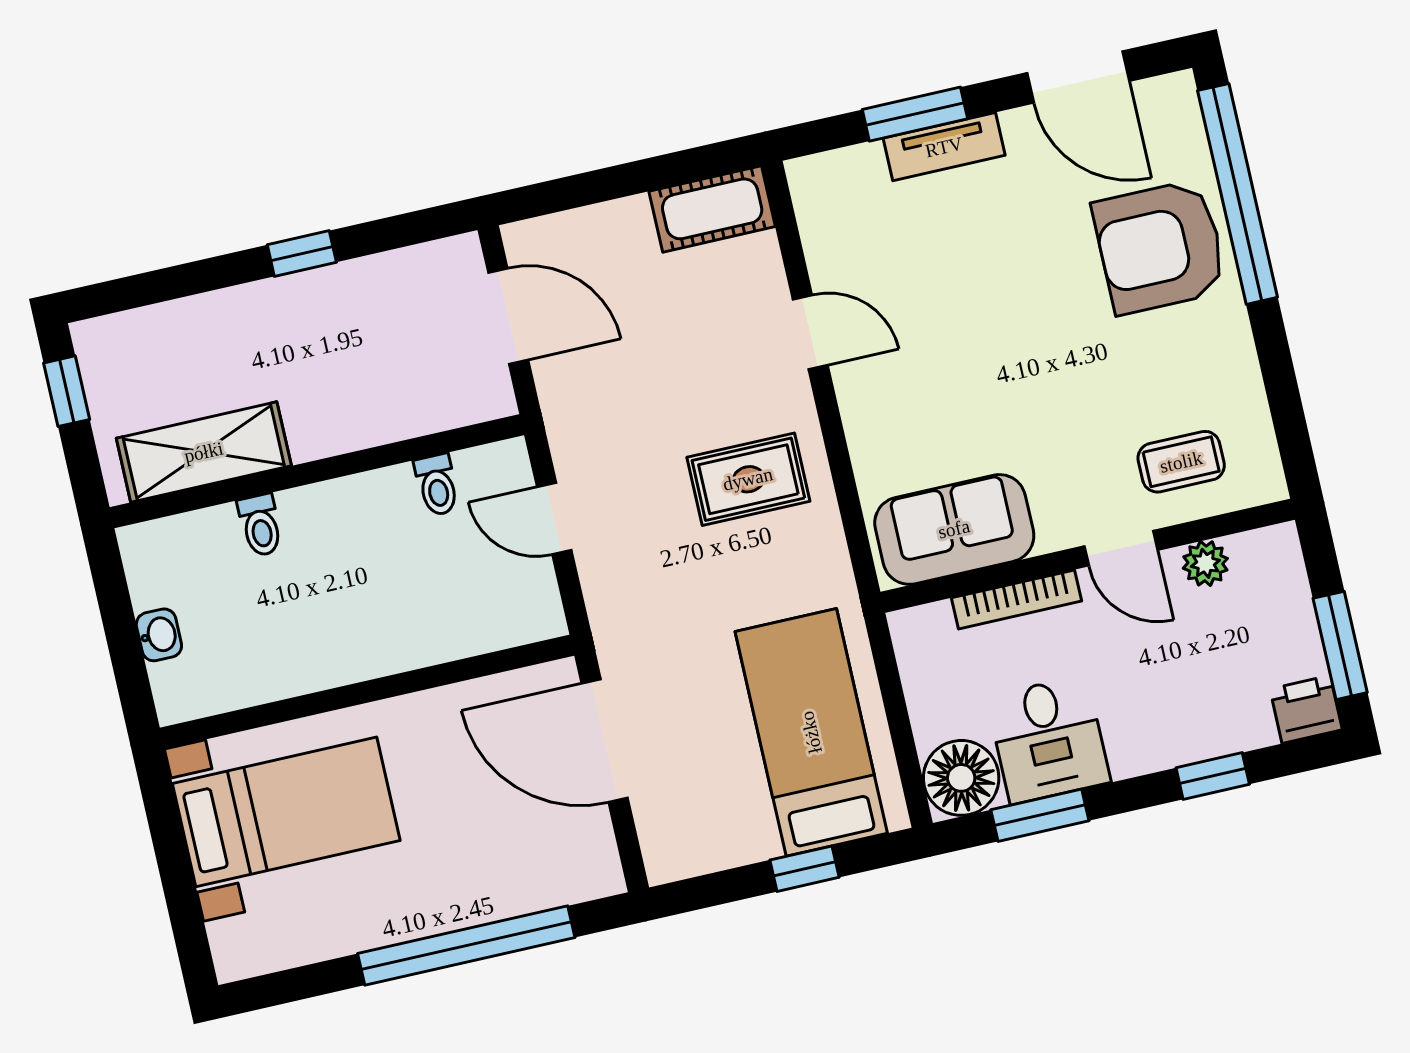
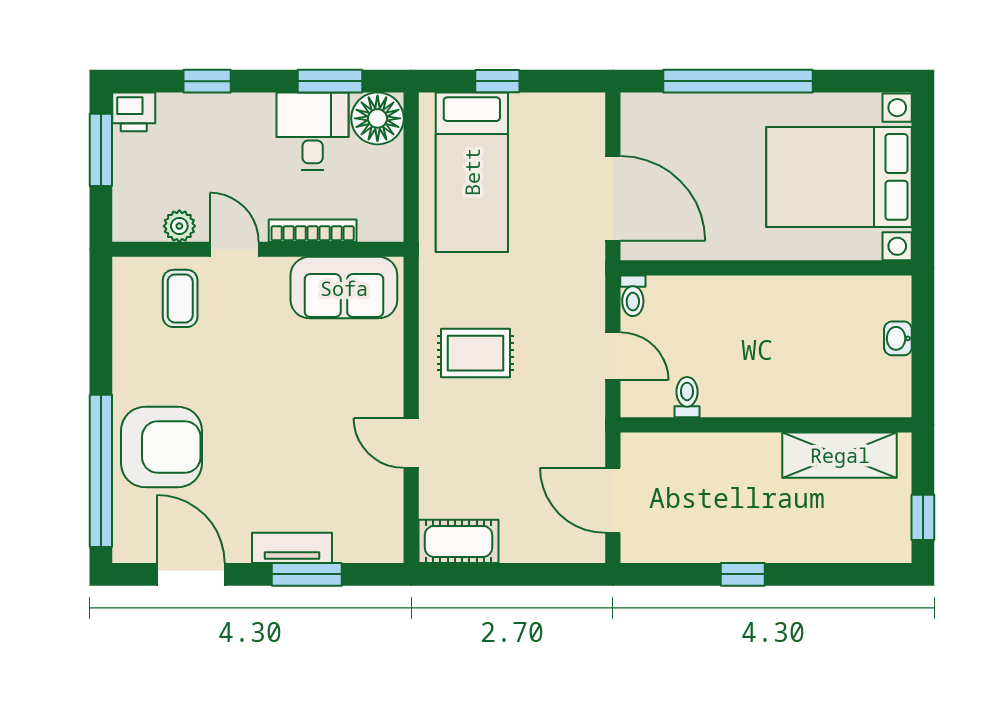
coffee table: (1181, 462) -> (180, 298), turned 90
toilet: (260, 525) -> (633, 296), moved, turned 180
bed with nightstands: (286, 812) -> (839, 177), width x1.36

